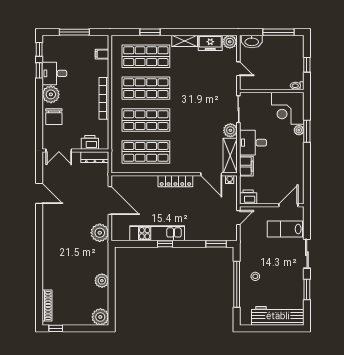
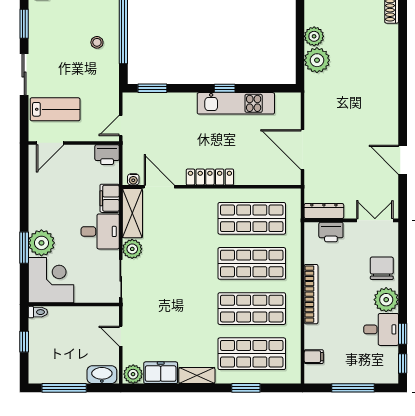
plant: (299, 130) -> (41, 243), width x1.88, depth x1.88
plant: (100, 233) -> (317, 60), moved

